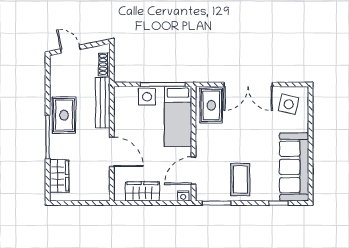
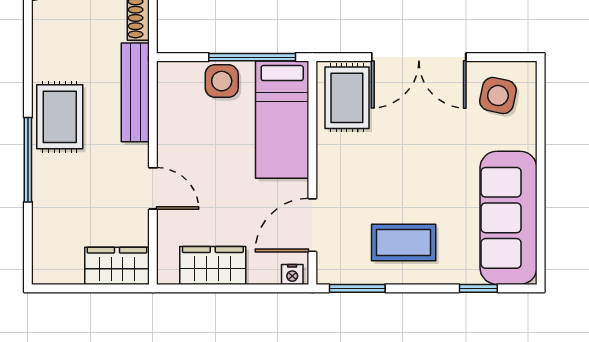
door: (112, 152) -> (153, 188), width x0.73
wardrobe: (59, 176) -> (117, 266), moved, turned -90
coffee table: (240, 180) -> (404, 242), turned 90

